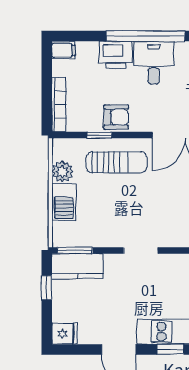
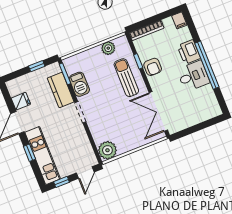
sun lounger: (117, 162) -> (126, 78), turned 180
barbecue: (64, 202) -> (79, 84), moved, turned -90
kitchen counter: (78, 266) -> (61, 90), moved
fridge: (64, 334) -> (21, 101), moved, turned -90

